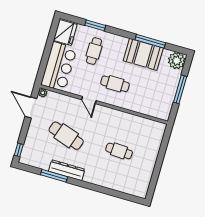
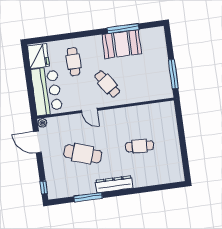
window: (95, 25) -> (64, 37), removed
plant: (177, 61) -> (156, 36), removed
cafe table: (115, 84) -> (107, 84), turned 57
window: (180, 89) -> (173, 74), moved
dresser: (67, 170) -> (114, 184), moved

